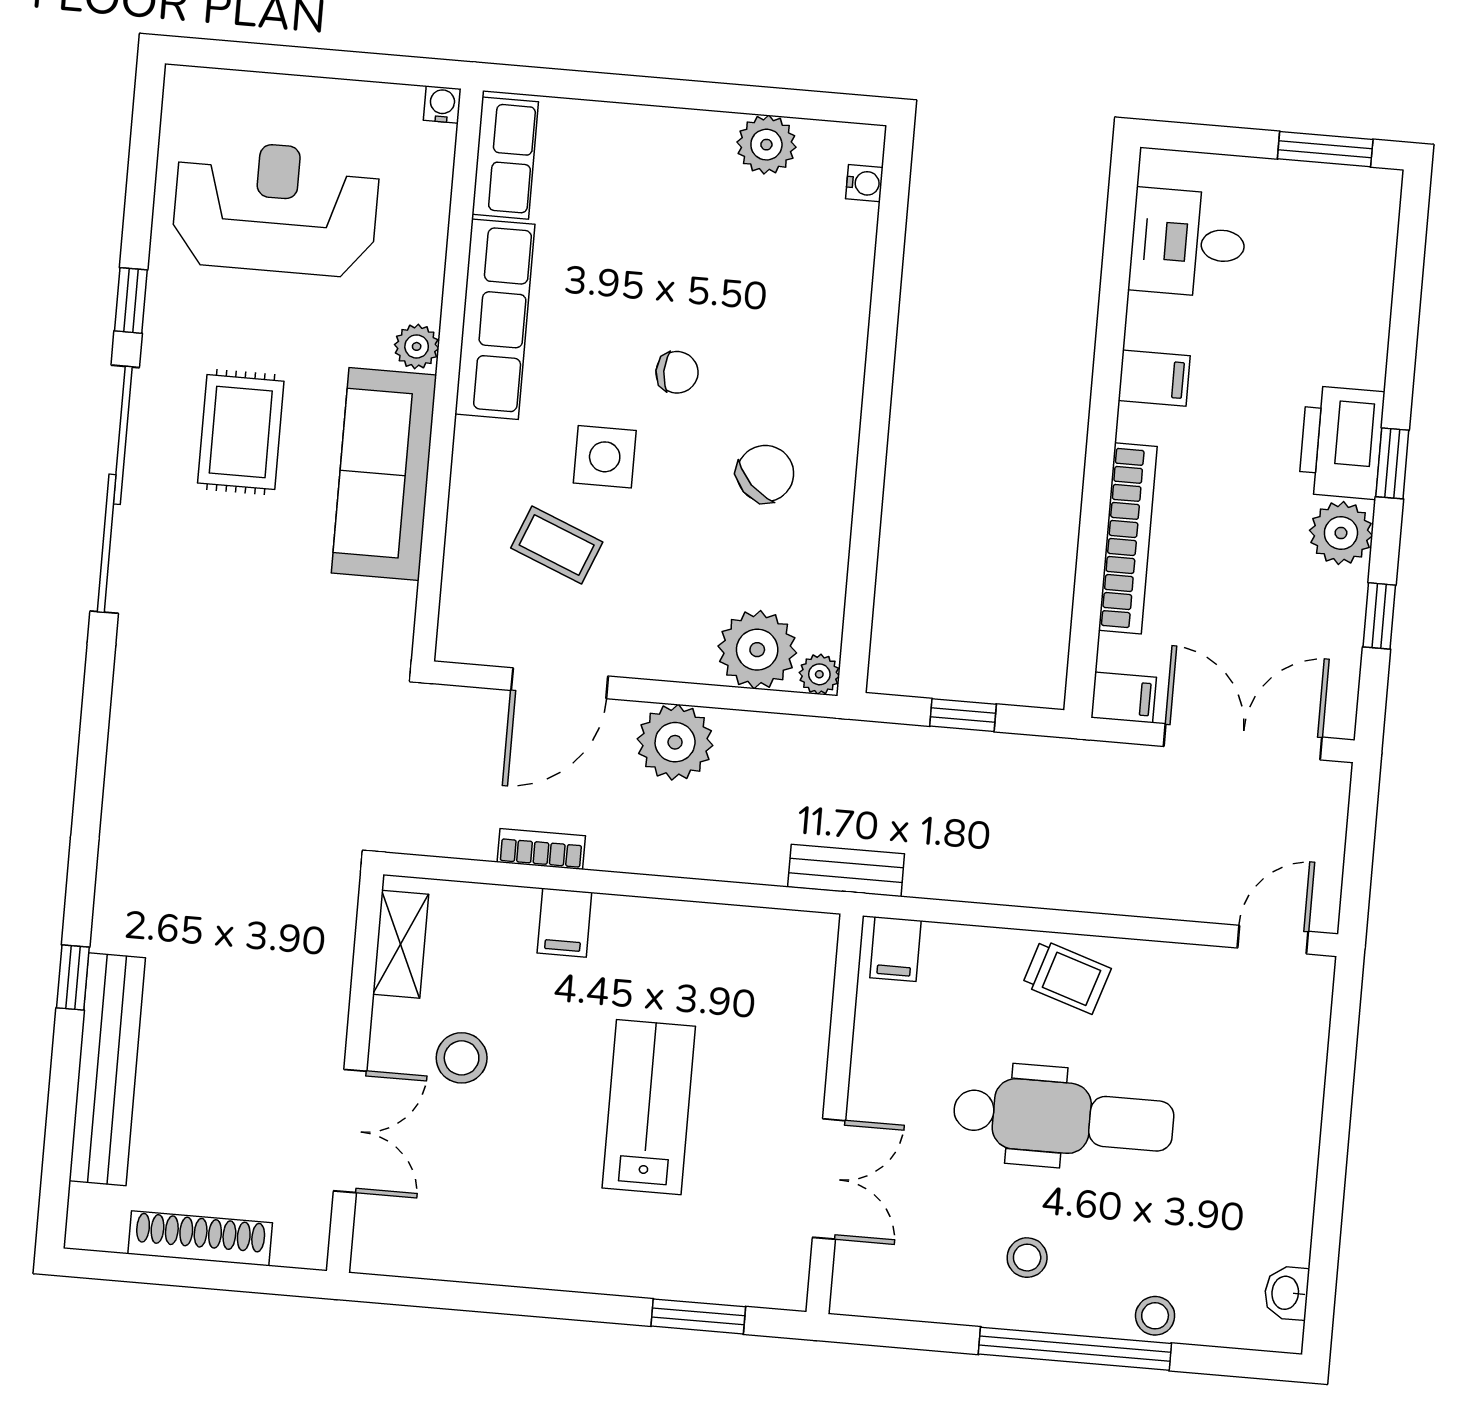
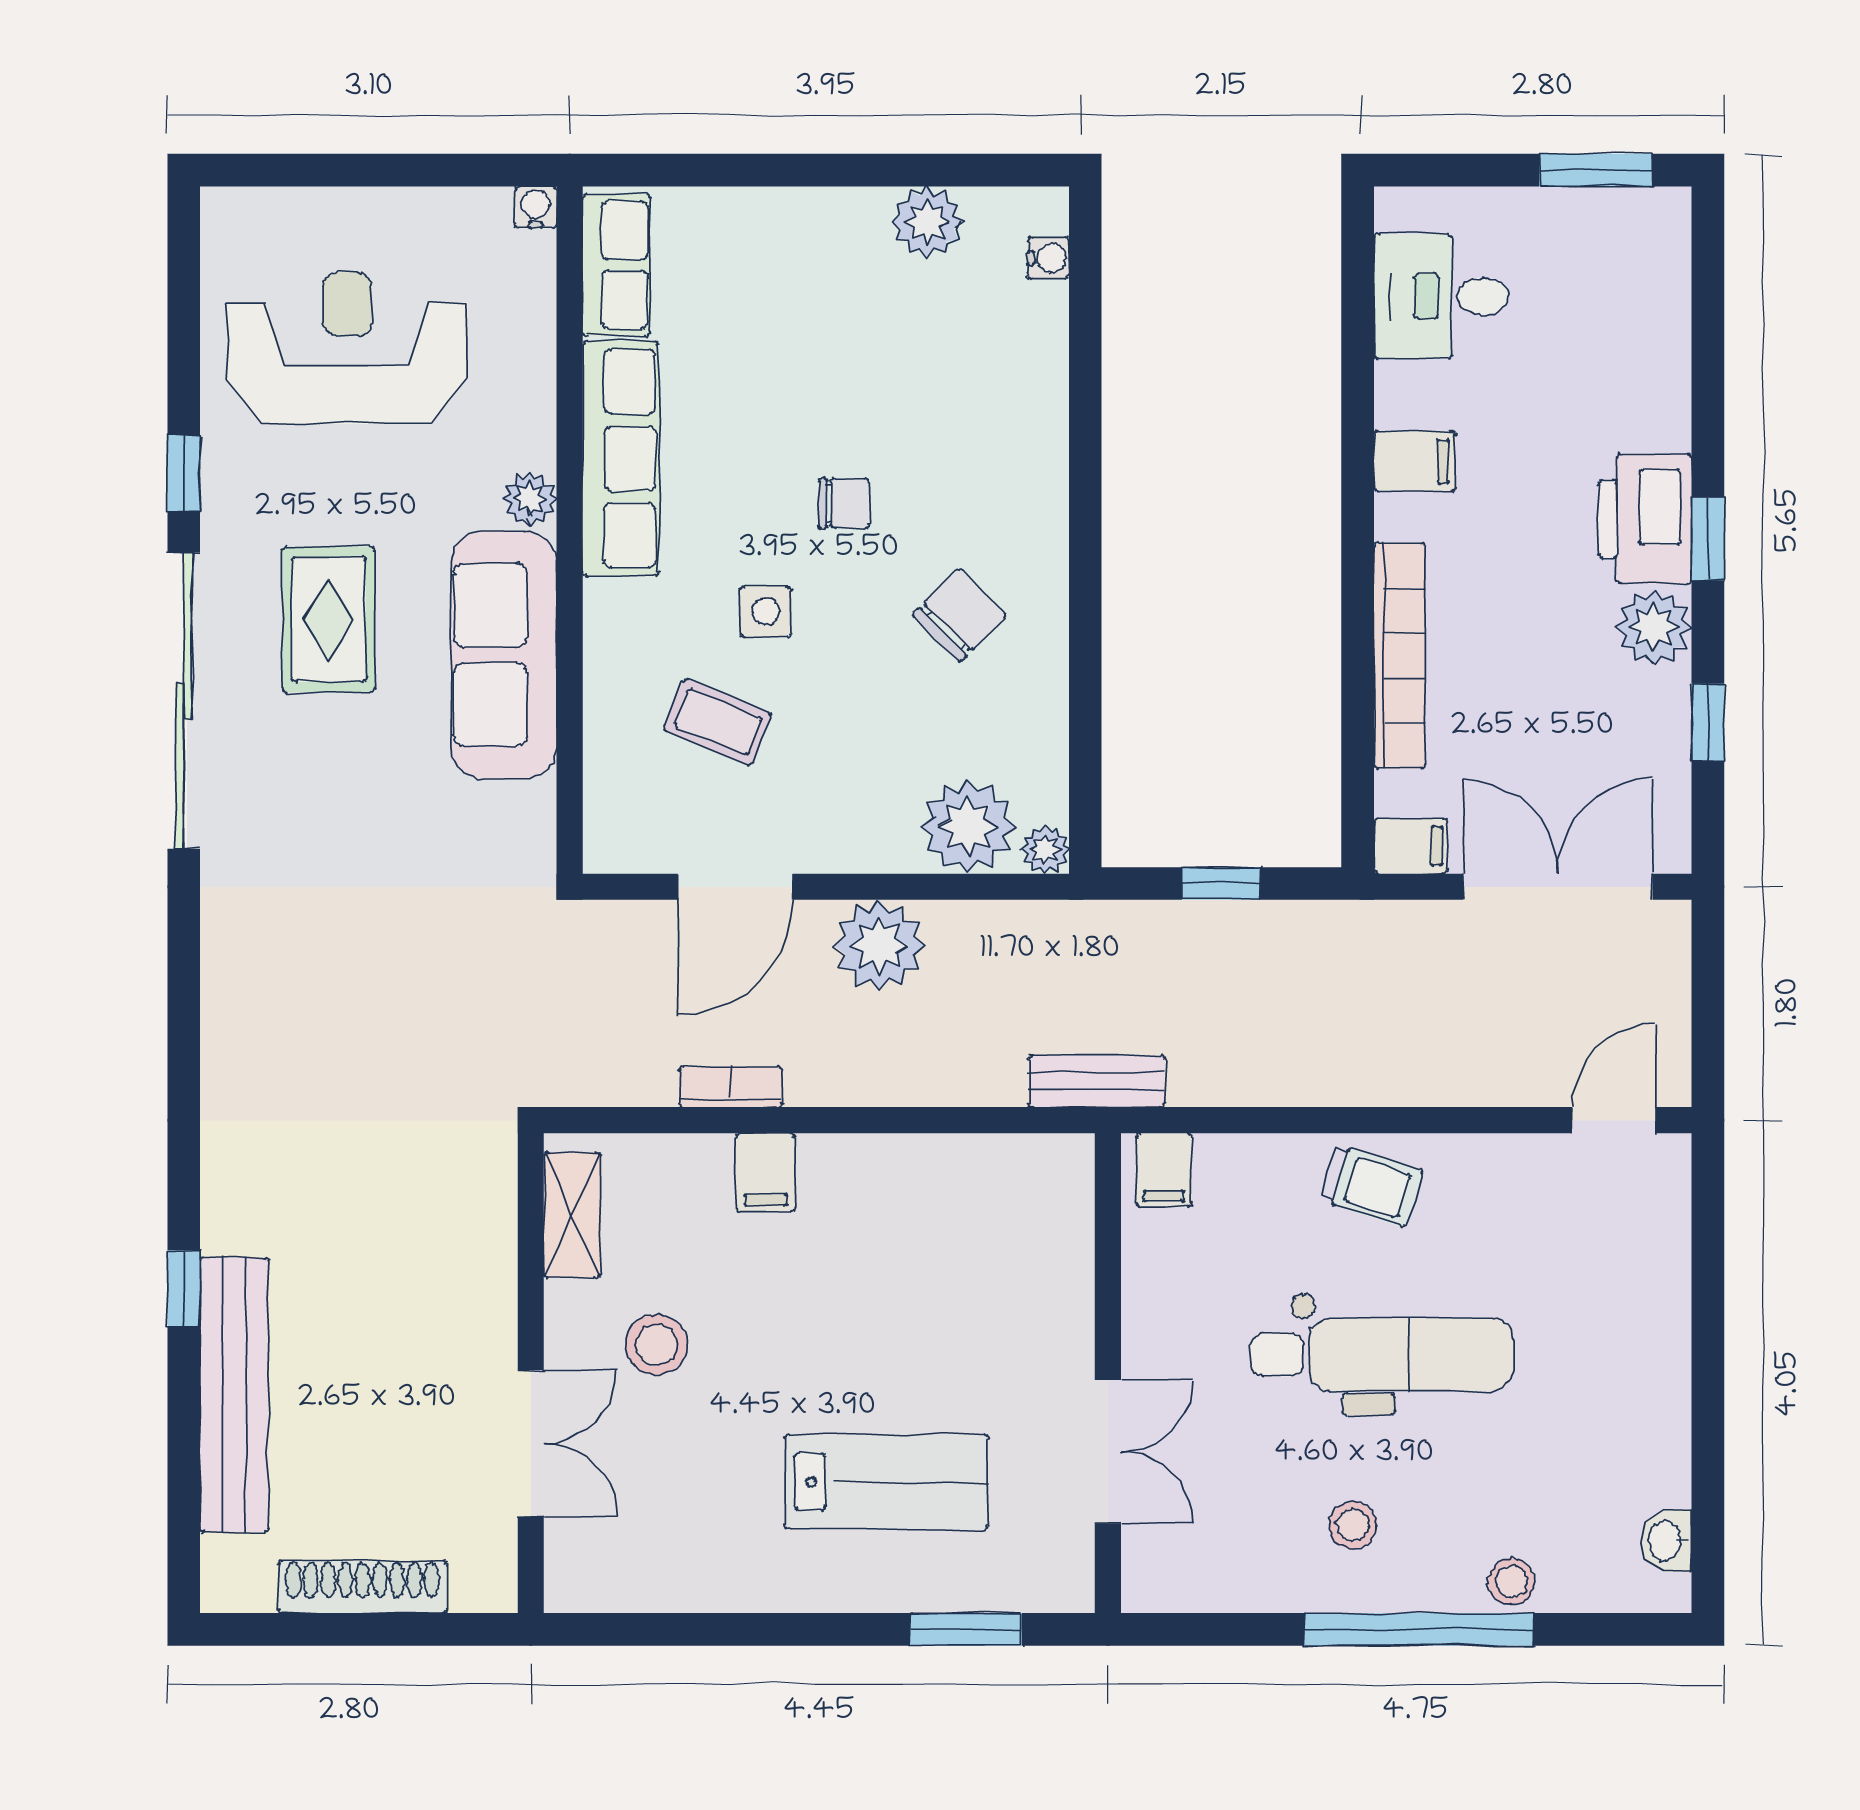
side table: (605, 457) -> (766, 612), width x0.73, depth x0.73
lab bench: (649, 1107) -> (886, 1482), moved, turned 90

